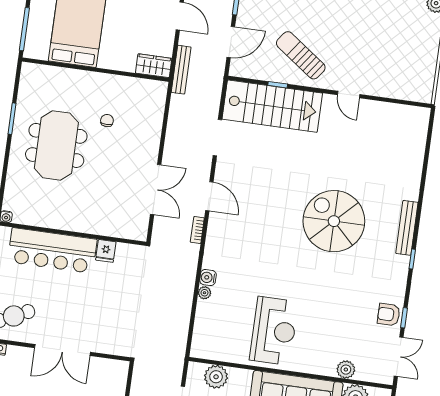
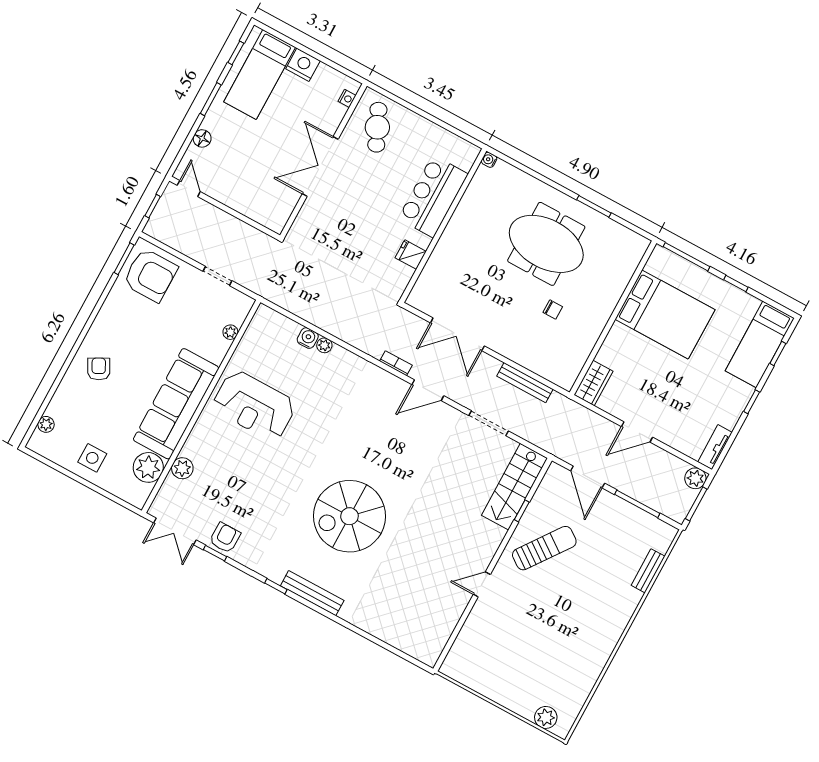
bench: (181, 70) -> (525, 383), moved
stairs: (272, 106) -> (514, 487), width x0.73, depth x0.66
spiral stairs: (334, 221) -> (349, 516), turned 180
bar counter: (52, 251) -> (433, 196), width x0.73
water cooler: (208, 278) -> (308, 338), moved
plant: (216, 377) -> (230, 332), width x0.53, depth x0.53

